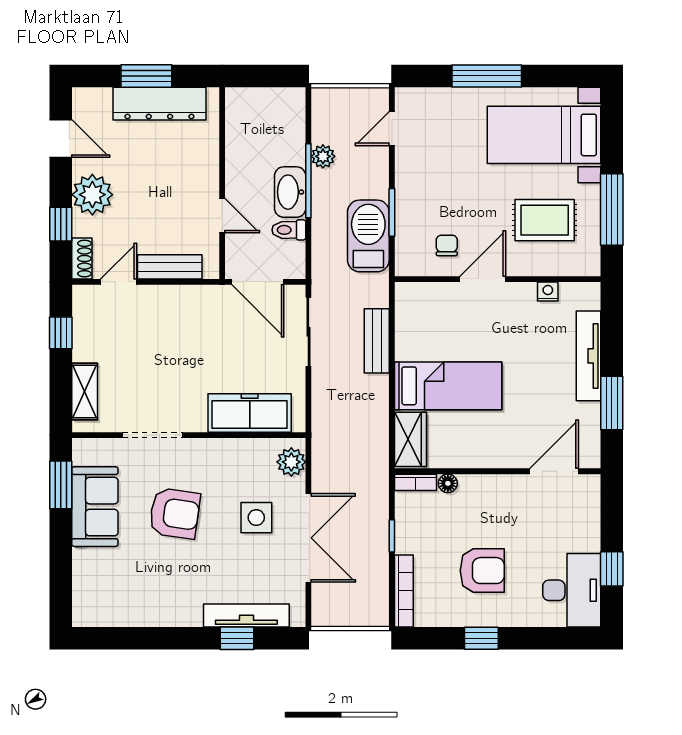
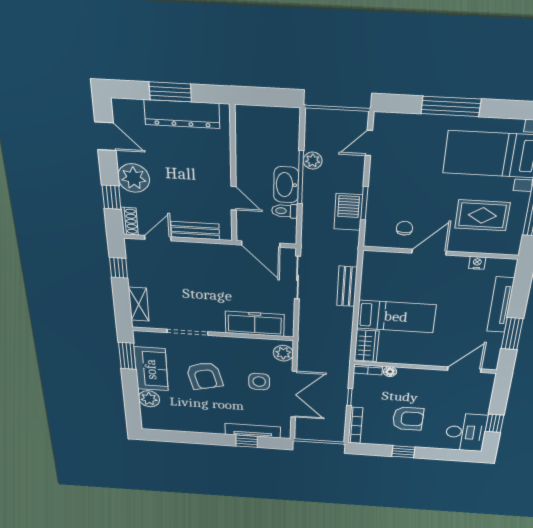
barbecue: (368, 236) -> (348, 212), width x0.73, depth x0.83
armchair: (175, 513) -> (205, 376), turned 68
plant: (88, 565) -> (149, 399), added

